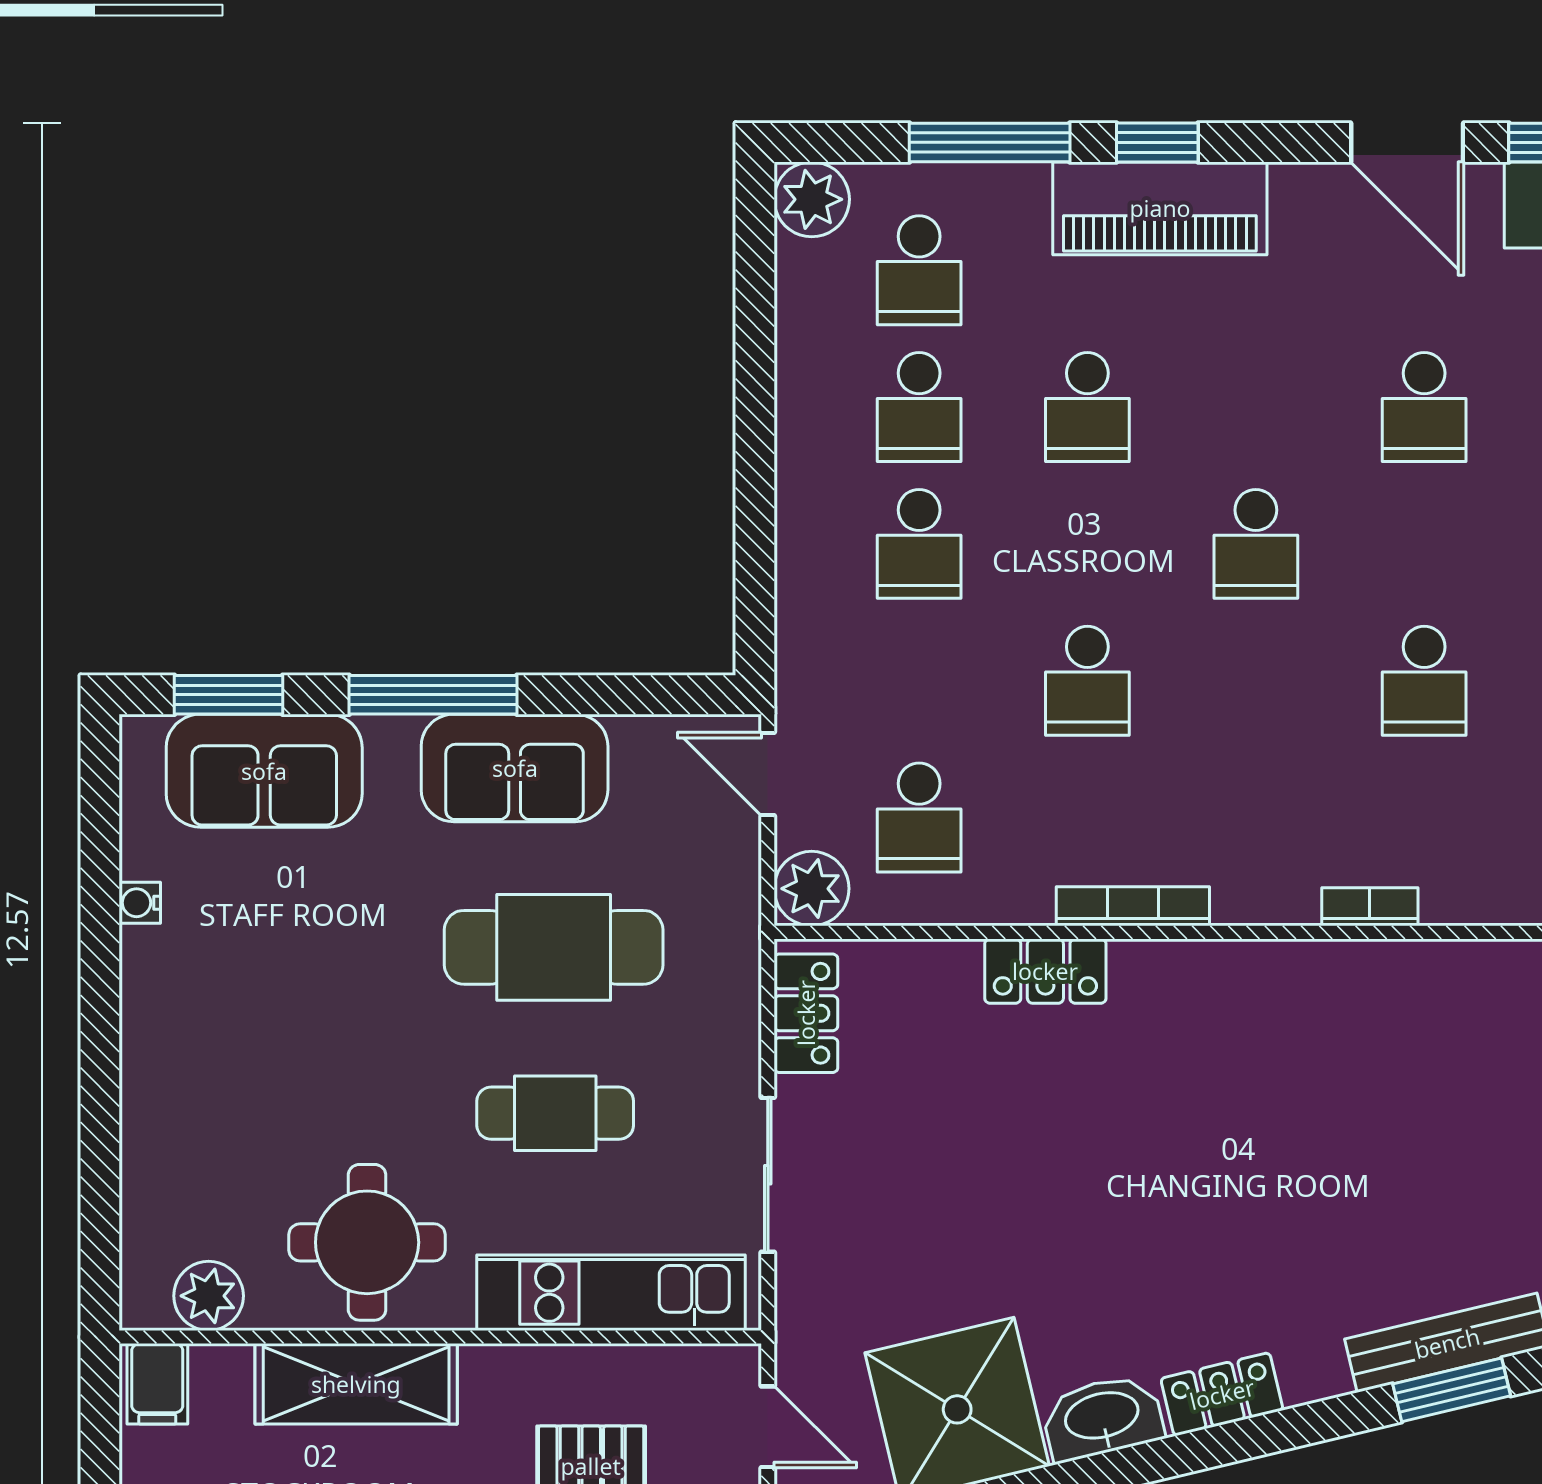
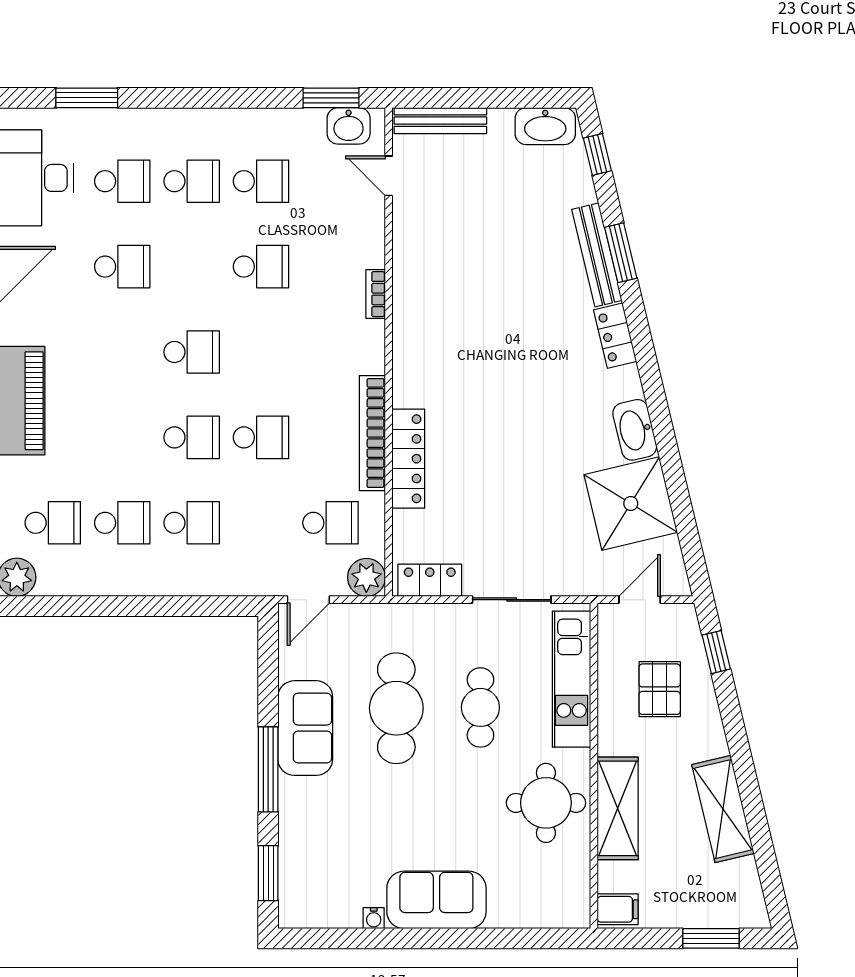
school desk: (1087, 407) -> (192, 437), moved
sofa: (264, 771) -> (436, 900), moved, turned -90
bookcase: (1133, 906) -> (372, 433), width x1.48, depth x1.31
locker: (1045, 971) -> (408, 459), width x1.53
plant: (209, 1296) -> (573, 883), removed
locker: (1222, 1394) -> (615, 336), moved

